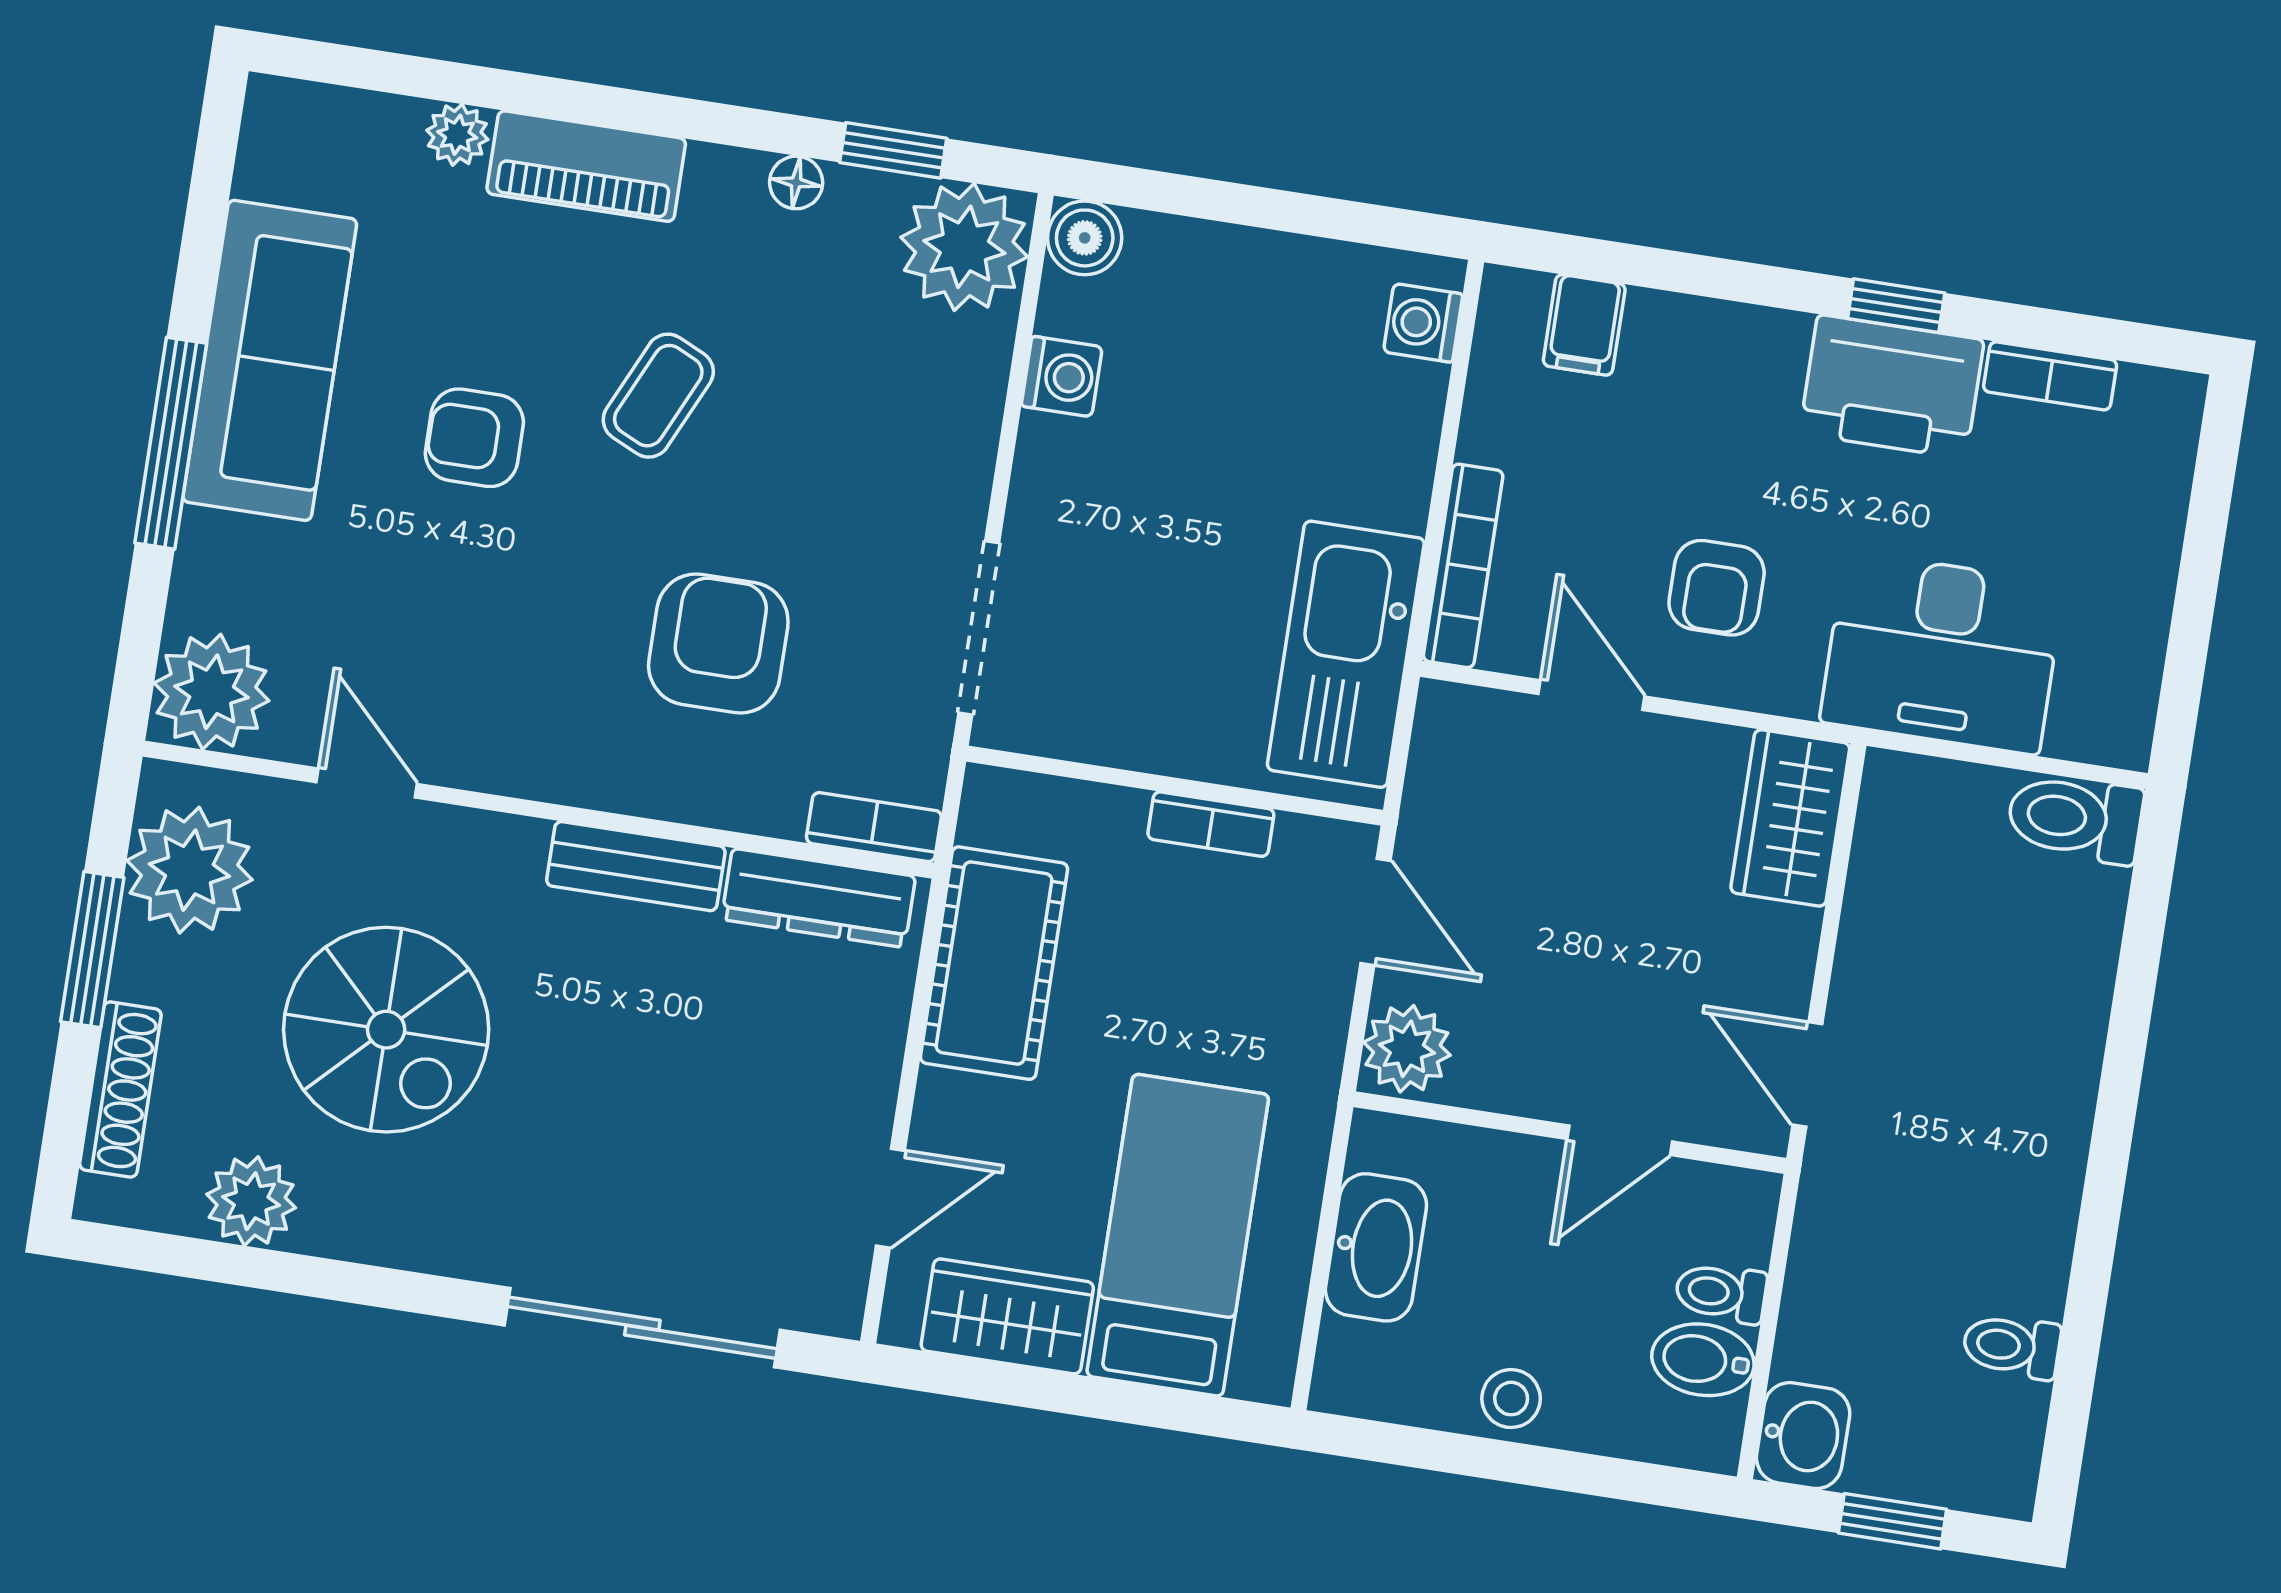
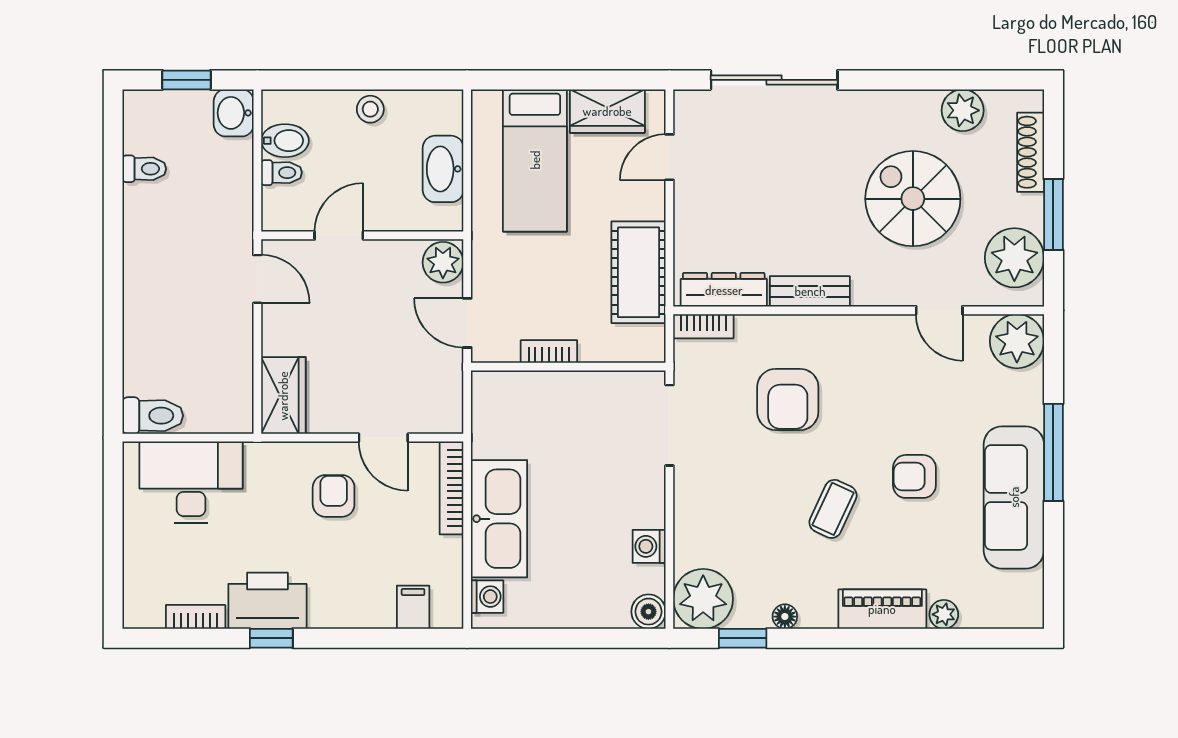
armchair: (474, 438) -> (914, 476), turned 180
desk: (1942, 653) -> (191, 482), moved
kitchen sink: (1346, 654) -> (499, 519), moved

